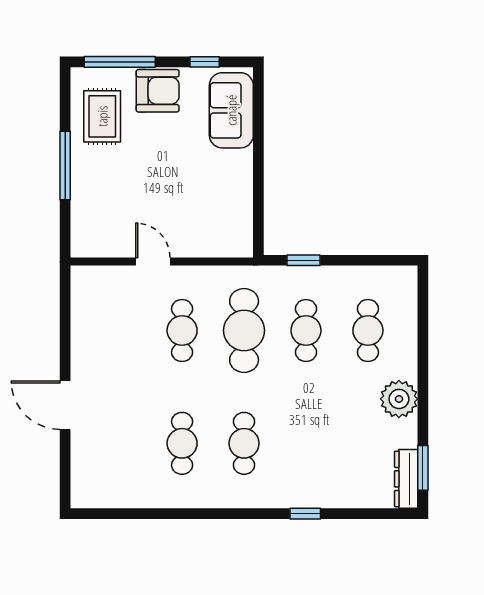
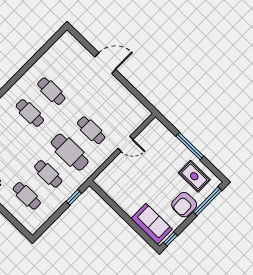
window: (205, 62) -> (170, 239), moved

